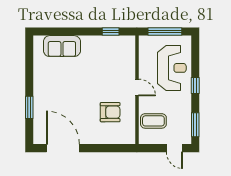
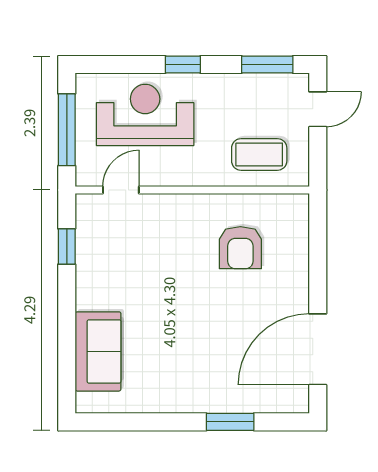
door: (137, 87) -> (121, 190), moved
armchair: (110, 112) -> (240, 248), turned 180
coffee table: (153, 121) -> (259, 154), turned 90

